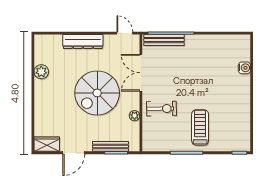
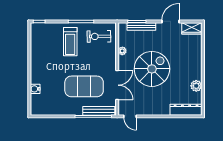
dresser: (83, 42) -> (186, 110), moved
exercise mat: (183, 71) -> (84, 86), added
exercise bike: (162, 109) -> (99, 36), moved

